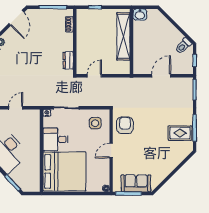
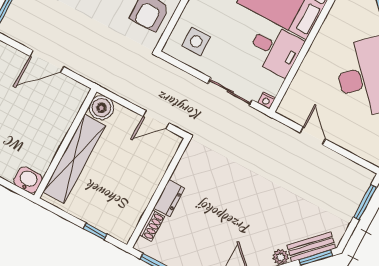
dresser: (68, 60) -> (169, 198), moved
boiler: (123, 68) -> (101, 108), added
door: (16, 108) -> (313, 136), swing flipped

